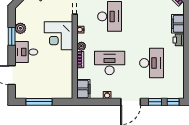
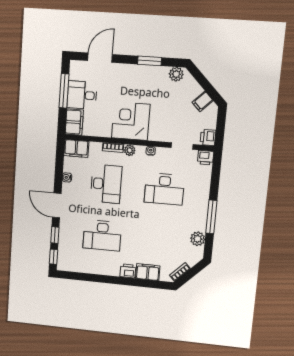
plant: (20, 28) -> (176, 74), moved
corner desk: (59, 36) -> (131, 121), moved
desk: (26, 52) -> (82, 95), moved, turned -90
filing cabinet: (63, 92) -> (74, 122), added

